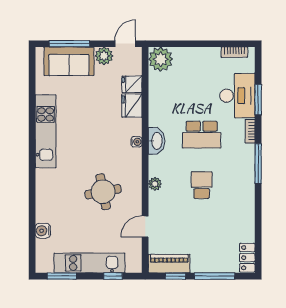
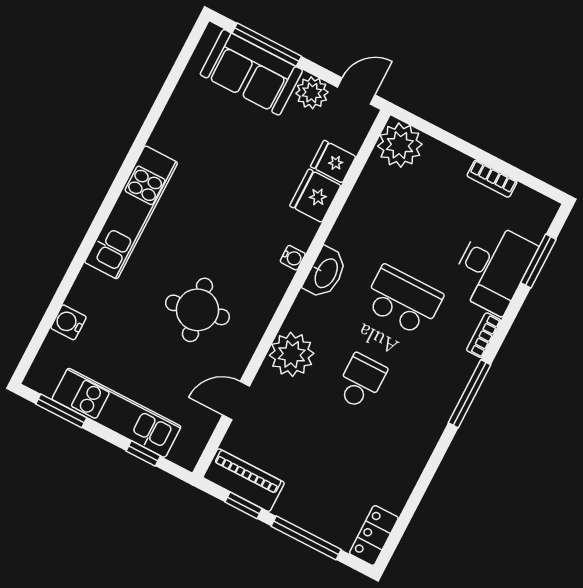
bookcase: (234, 52) -> (492, 179), moved
window: (258, 100) -> (538, 261), moved
kitchen unit: (46, 131) -> (131, 212), moved
school desk: (202, 135) -> (403, 300), turned 180
plant: (155, 184) -> (292, 354), width x1.88, depth x1.88

